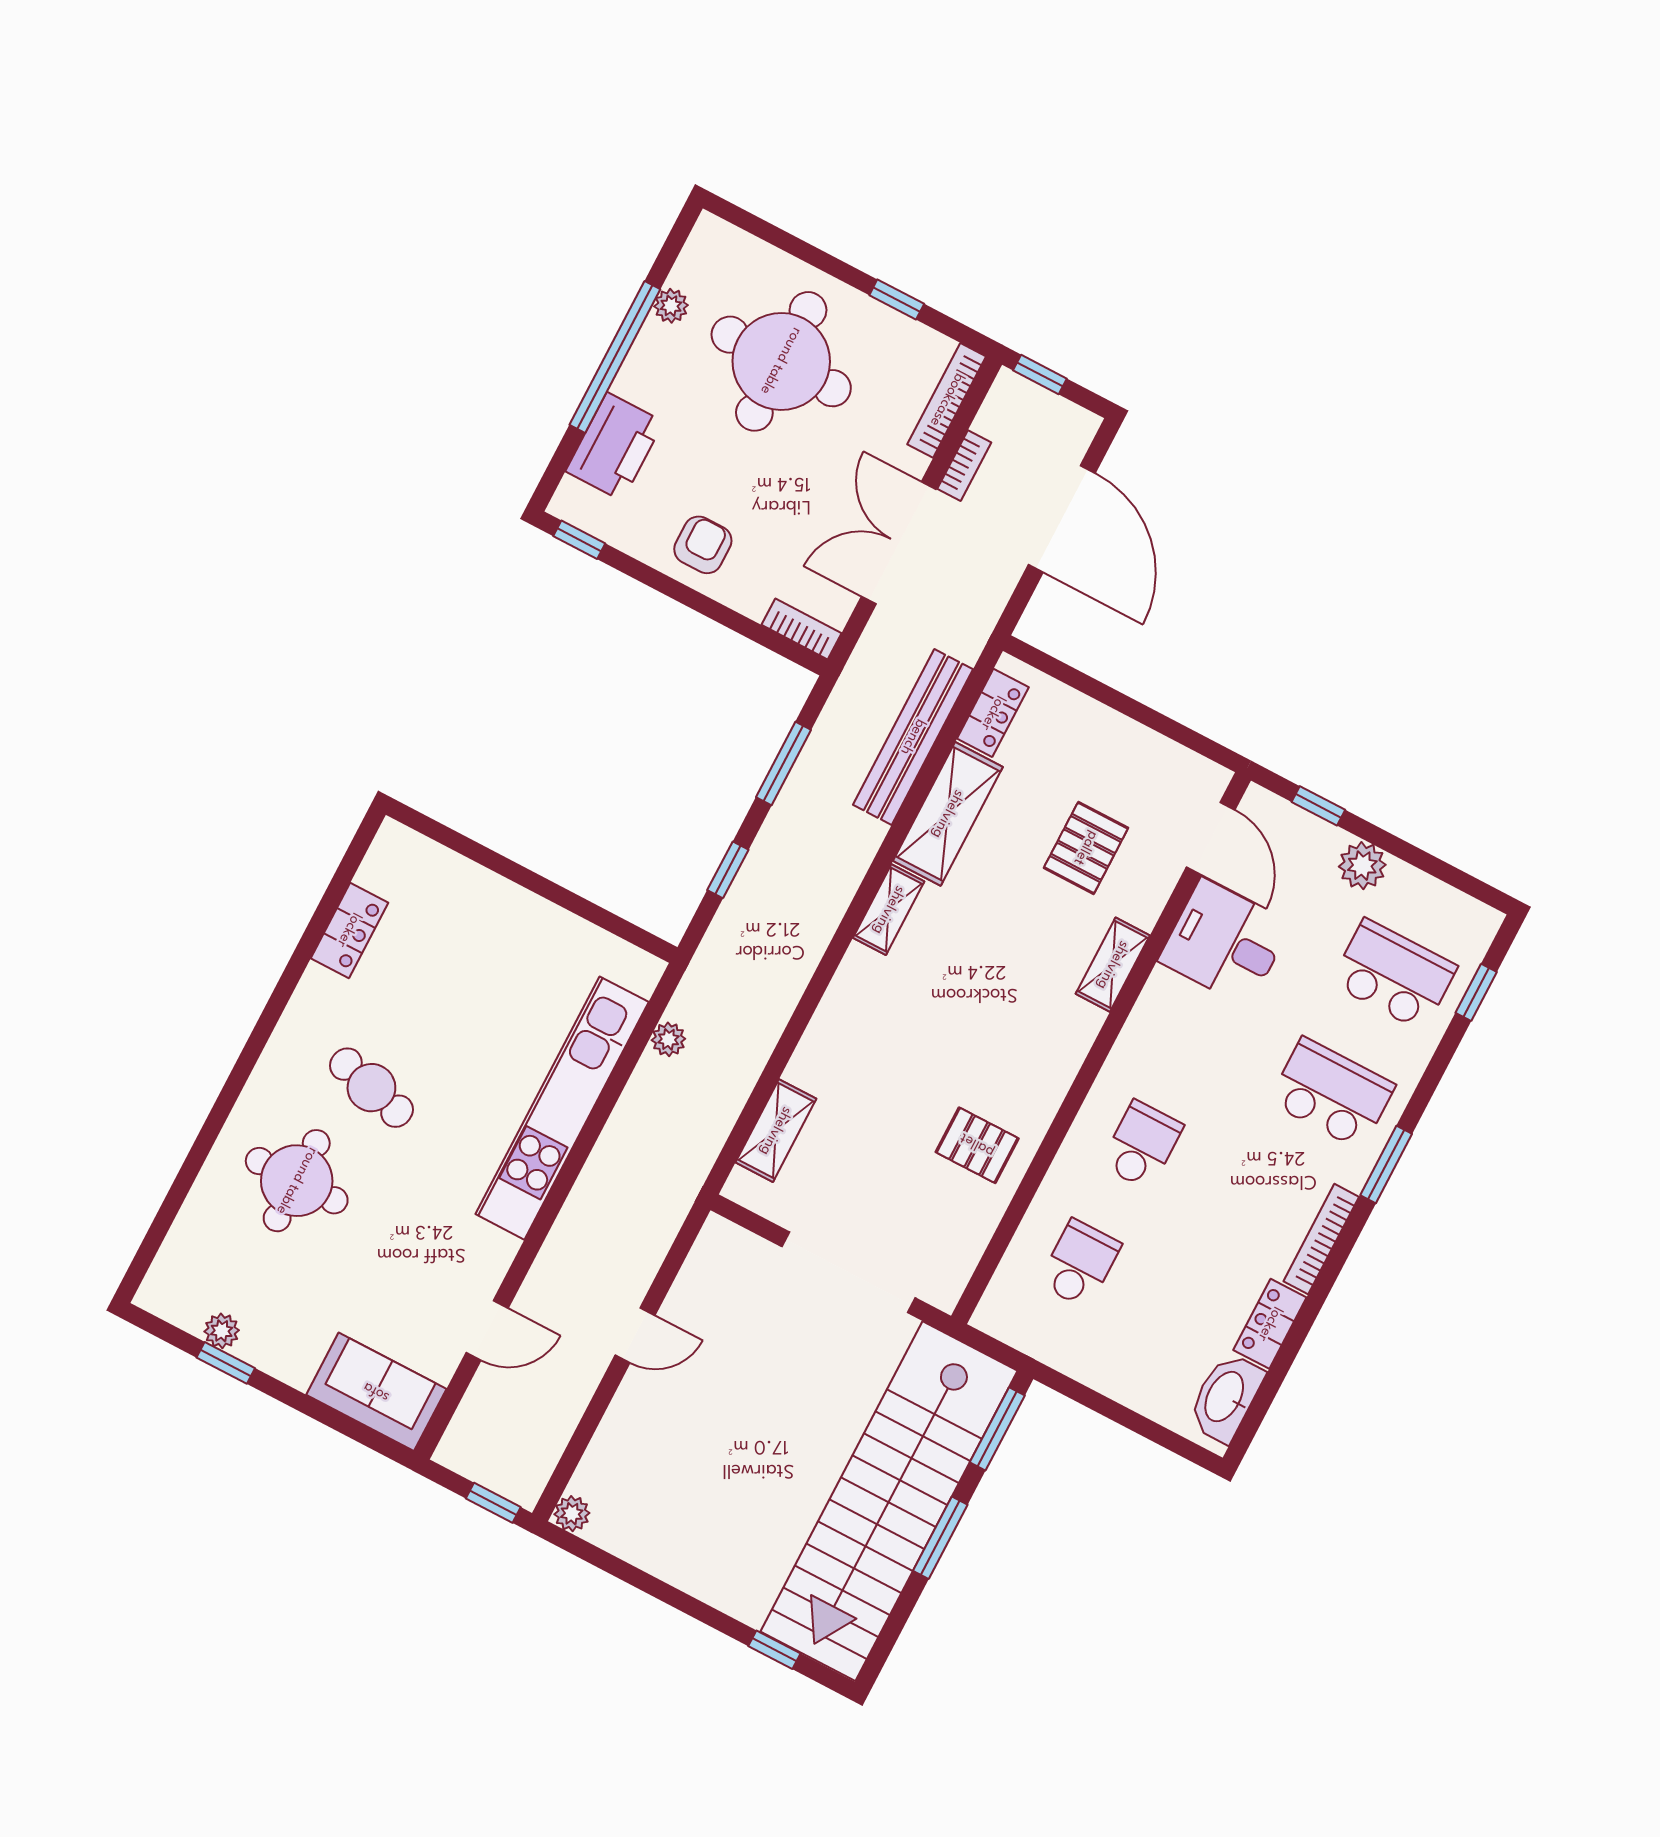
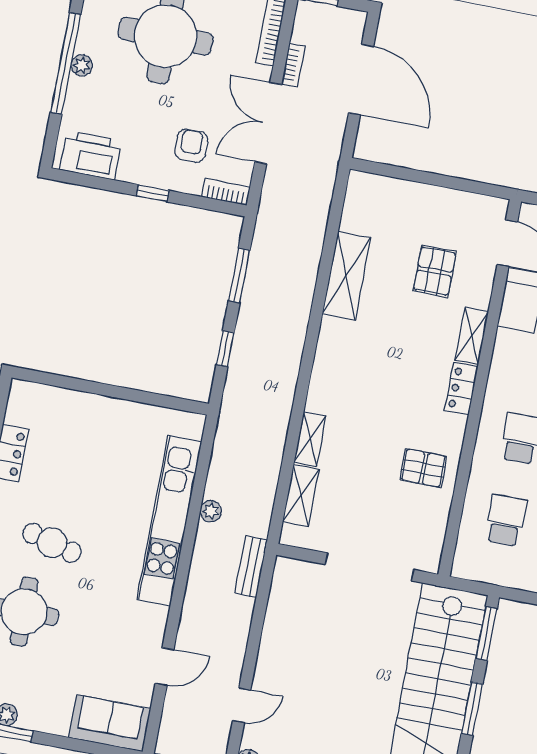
plant: (671, 306) -> (82, 65), moved
printer: (615, 446) -> (91, 155), moved, turned -90
window: (579, 540) -> (153, 193), moved
armchair: (703, 545) -> (191, 146), moved
locker: (993, 713) -> (461, 389), moved, turned 180
bench: (913, 737) -> (251, 566), moved, width x0.54, depth x0.82
shelving: (889, 910) -> (310, 439), moved
plant: (668, 1039) -> (211, 511), moved
door: (635, 1335) -> (242, 705), moved

